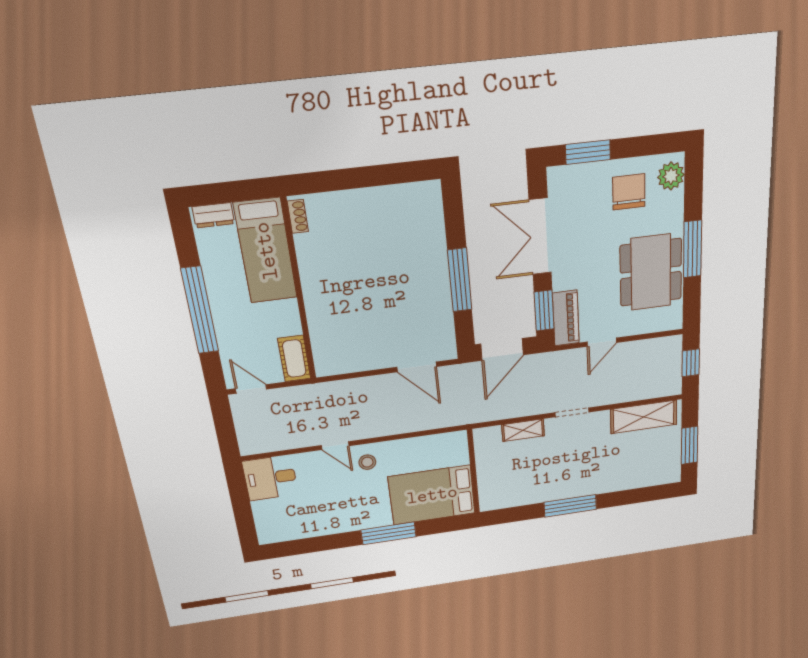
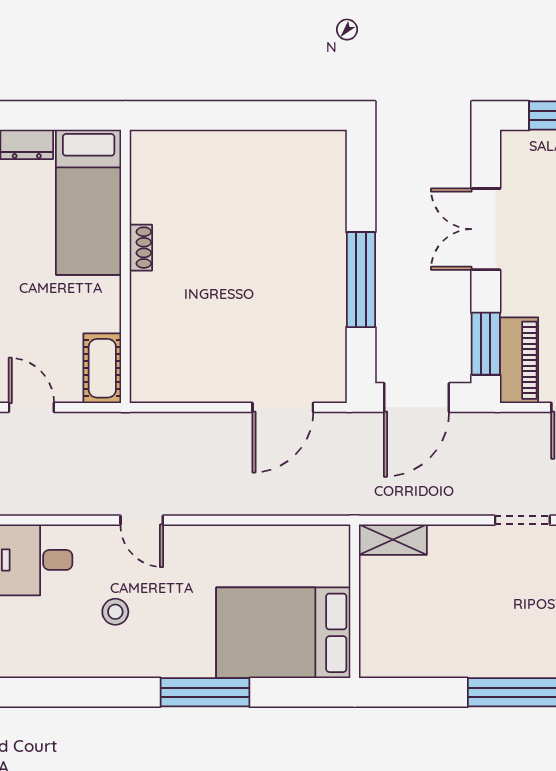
shoe rack: (298, 216) -> (141, 248), moved
double door: (540, 237) -> (486, 229), width x0.73
door: (417, 367) -> (283, 407), hinge flipped
shelving: (523, 430) -> (393, 540), moved
stool: (367, 462) -> (115, 612), moved

